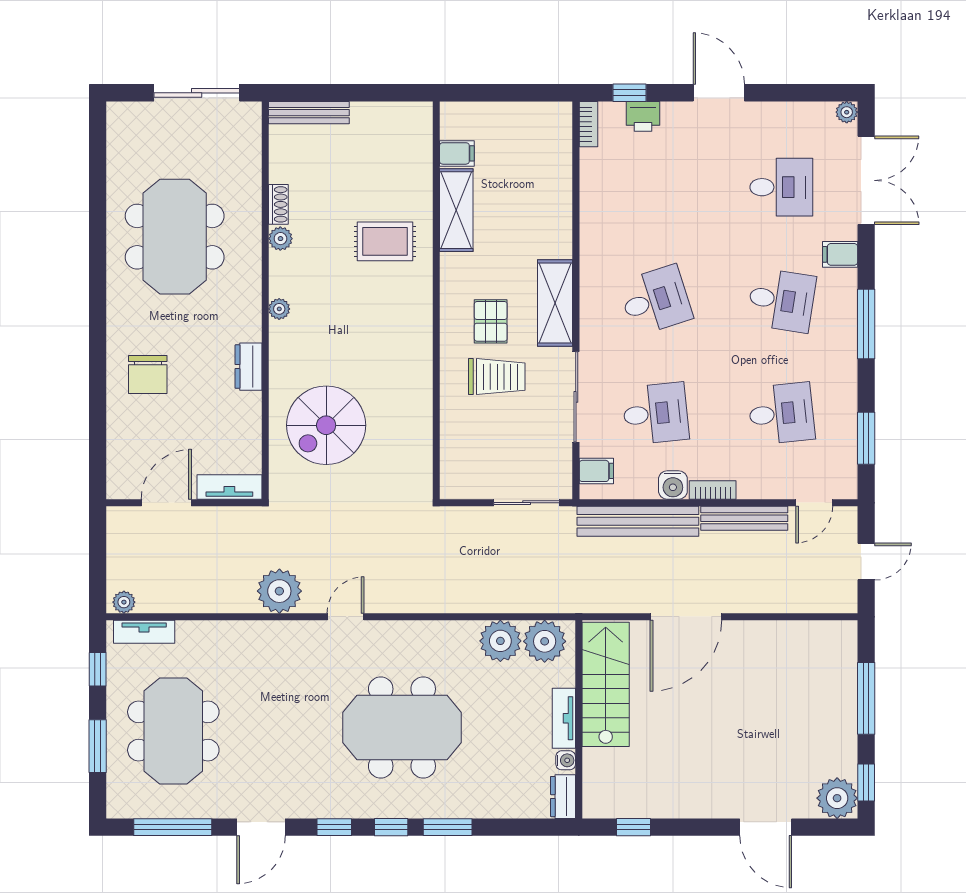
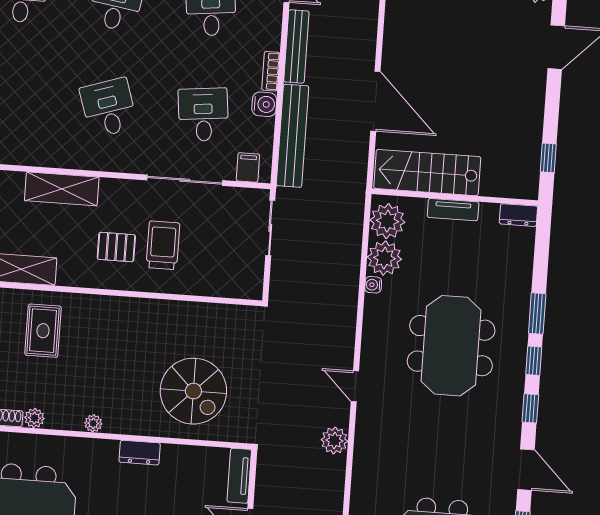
shelving: (555, 303) -> (62, 189), moved
plant: (279, 591) -> (334, 441), width x0.73, depth x0.73
water cooler: (566, 760) -> (373, 285), moved, turned -90

